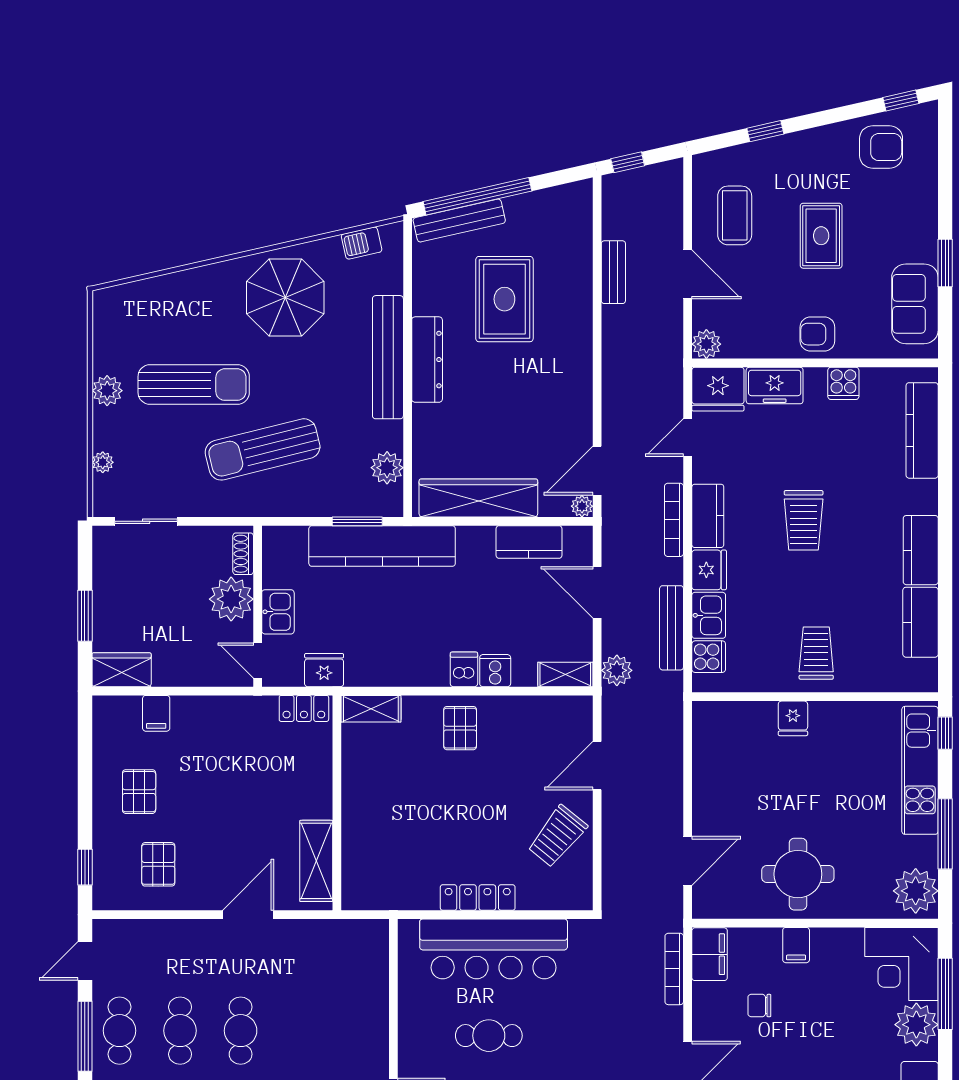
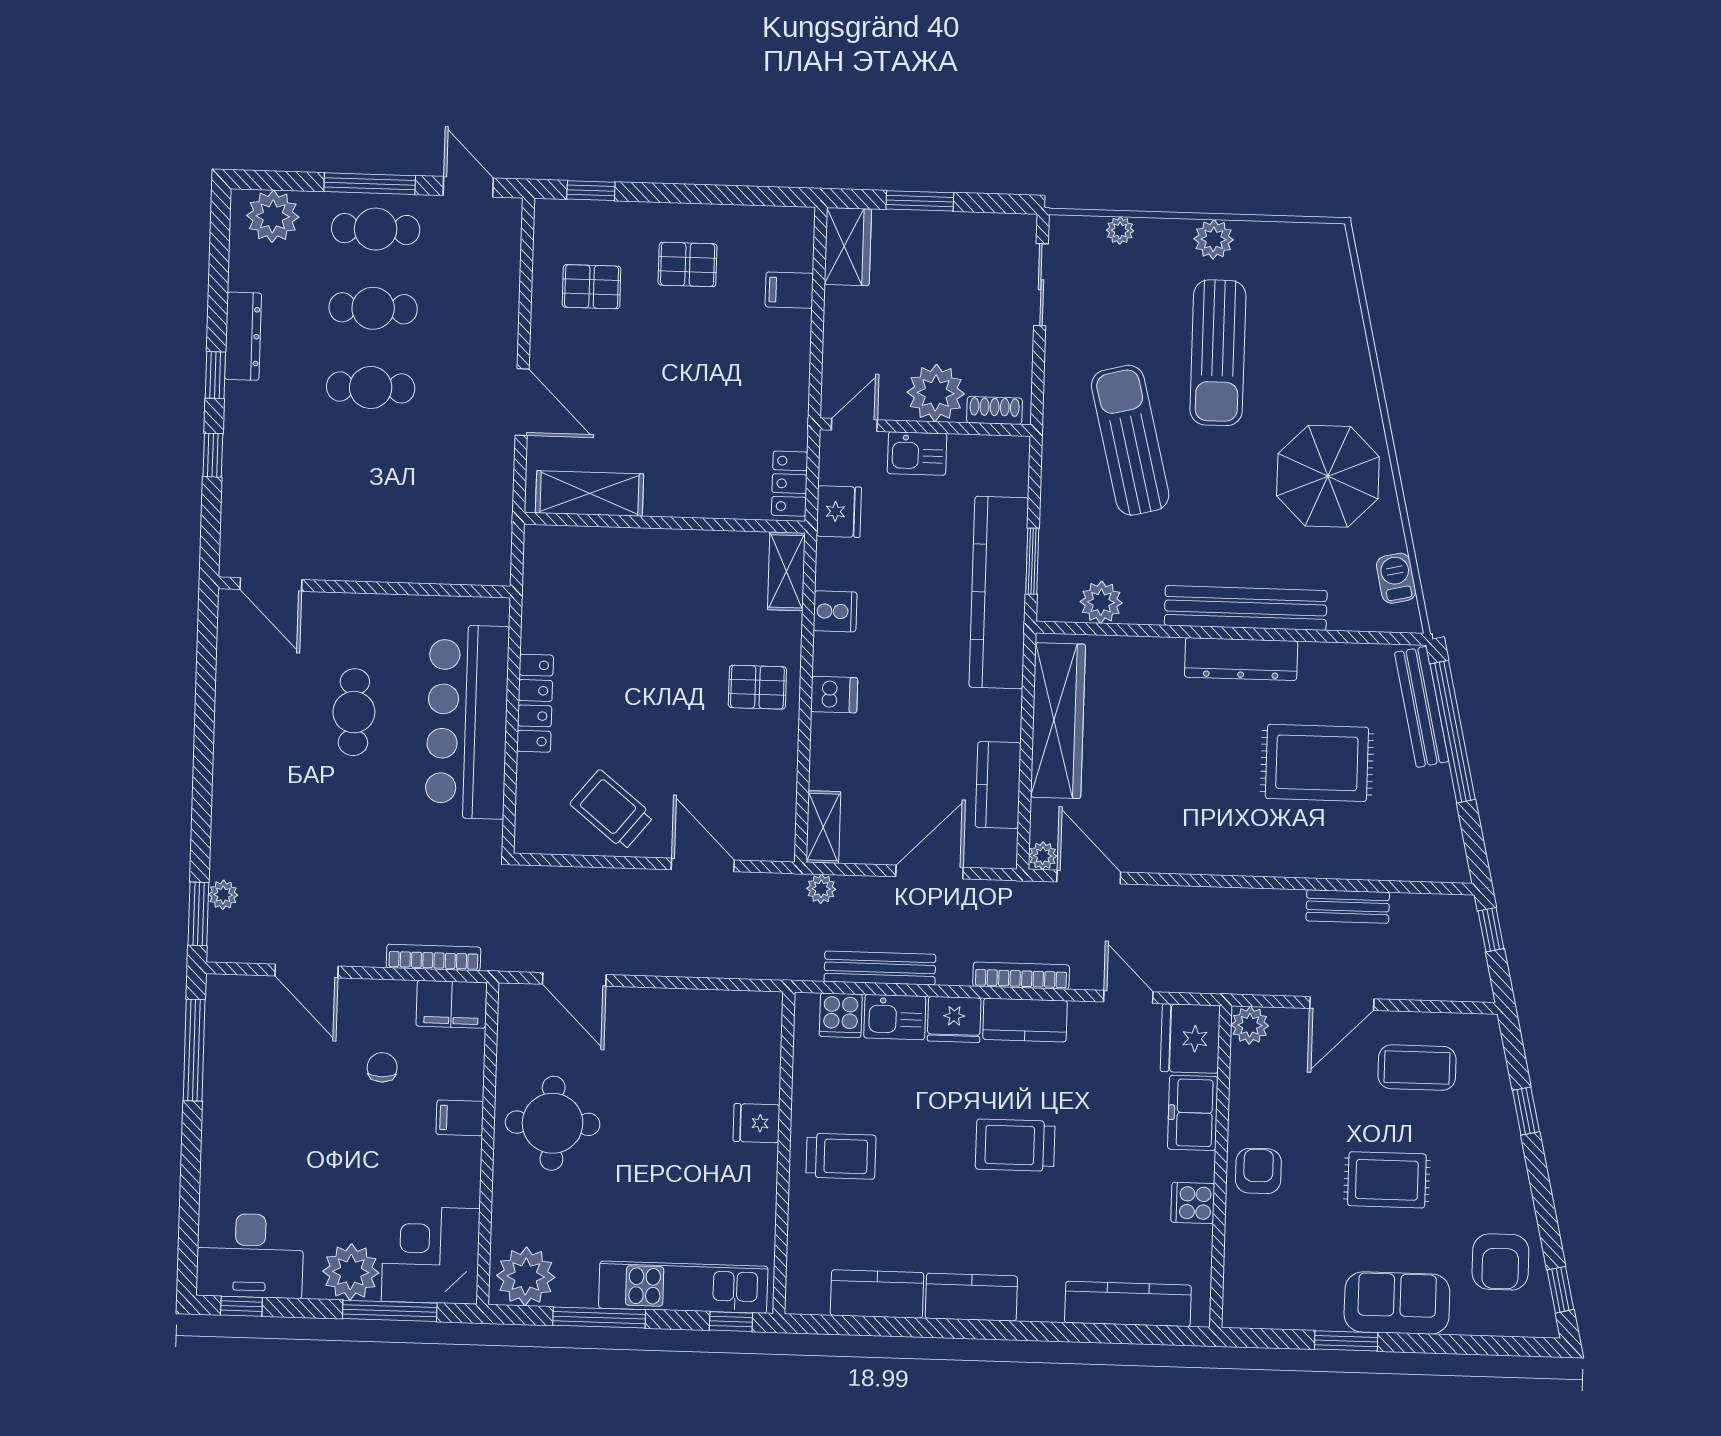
sofa: (915, 304) -> (1397, 1303), moved
plant: (617, 670) -> (821, 889), width x0.73, depth x0.73
cooker: (495, 671) -> (835, 611), moved

